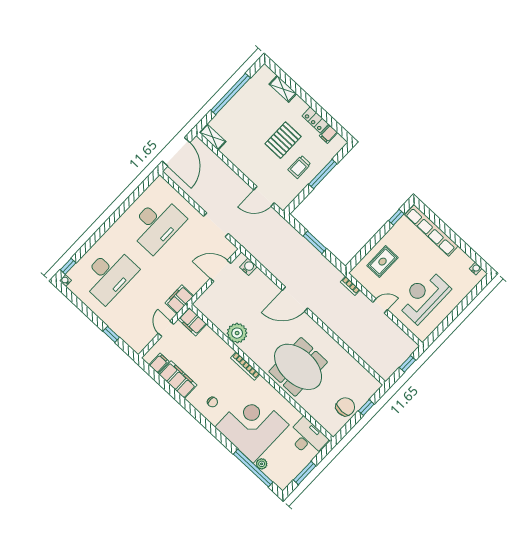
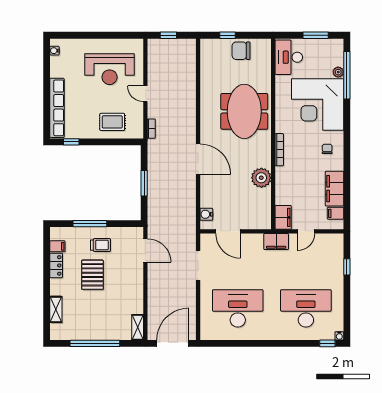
pallet: (283, 140) -> (92, 275), turned 90

